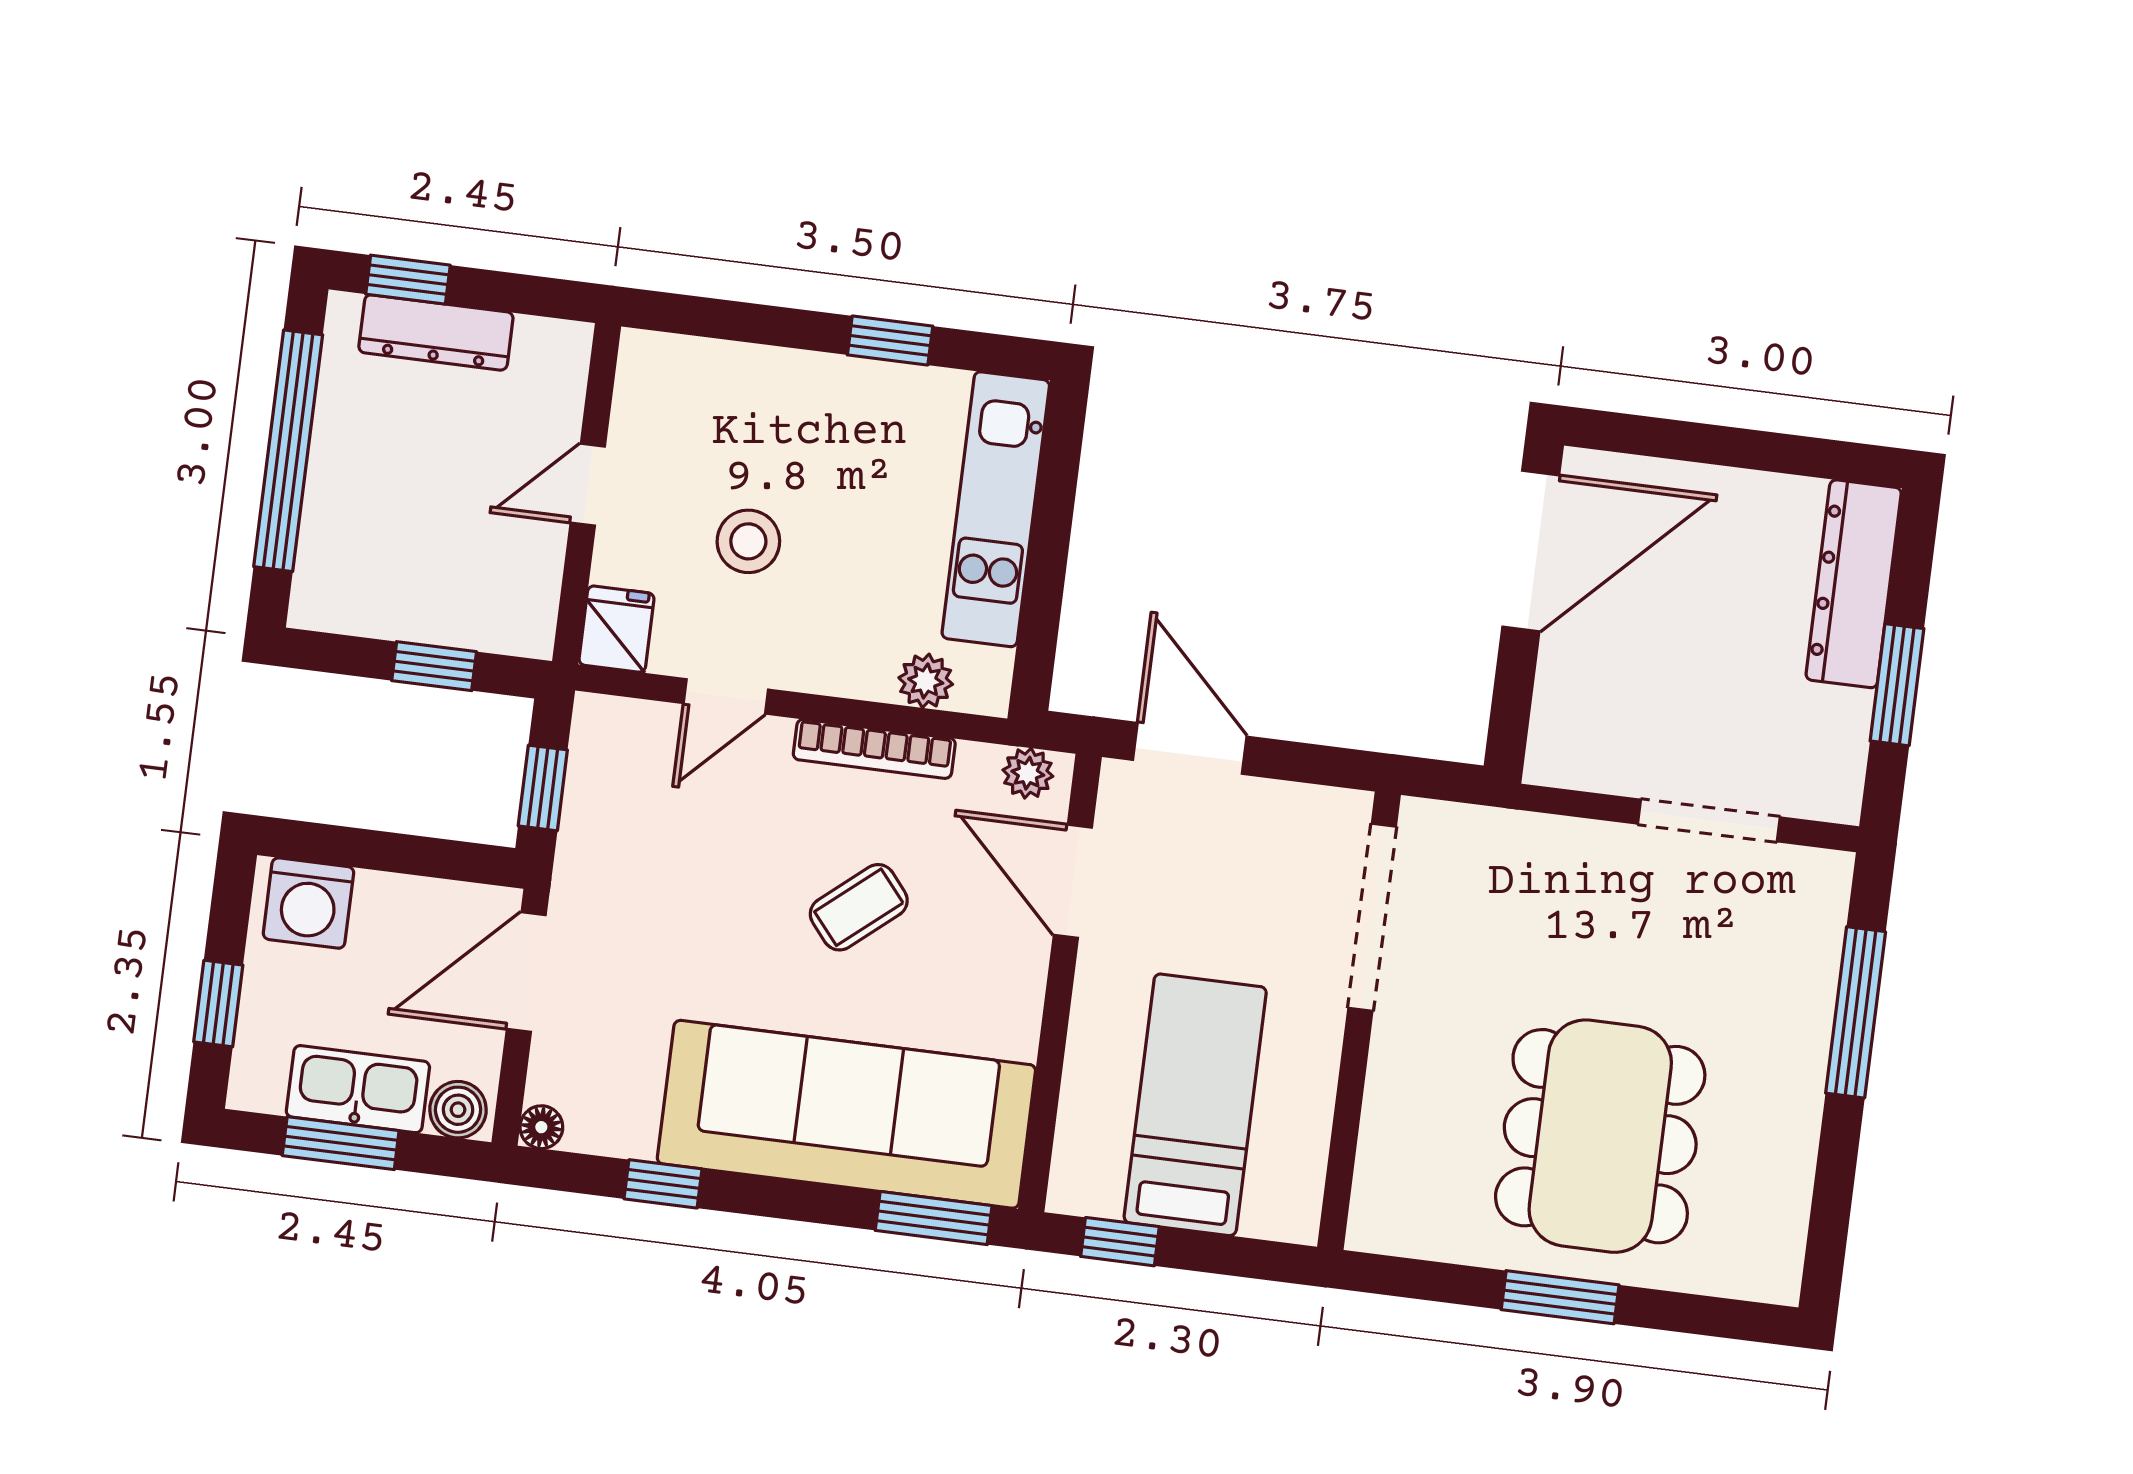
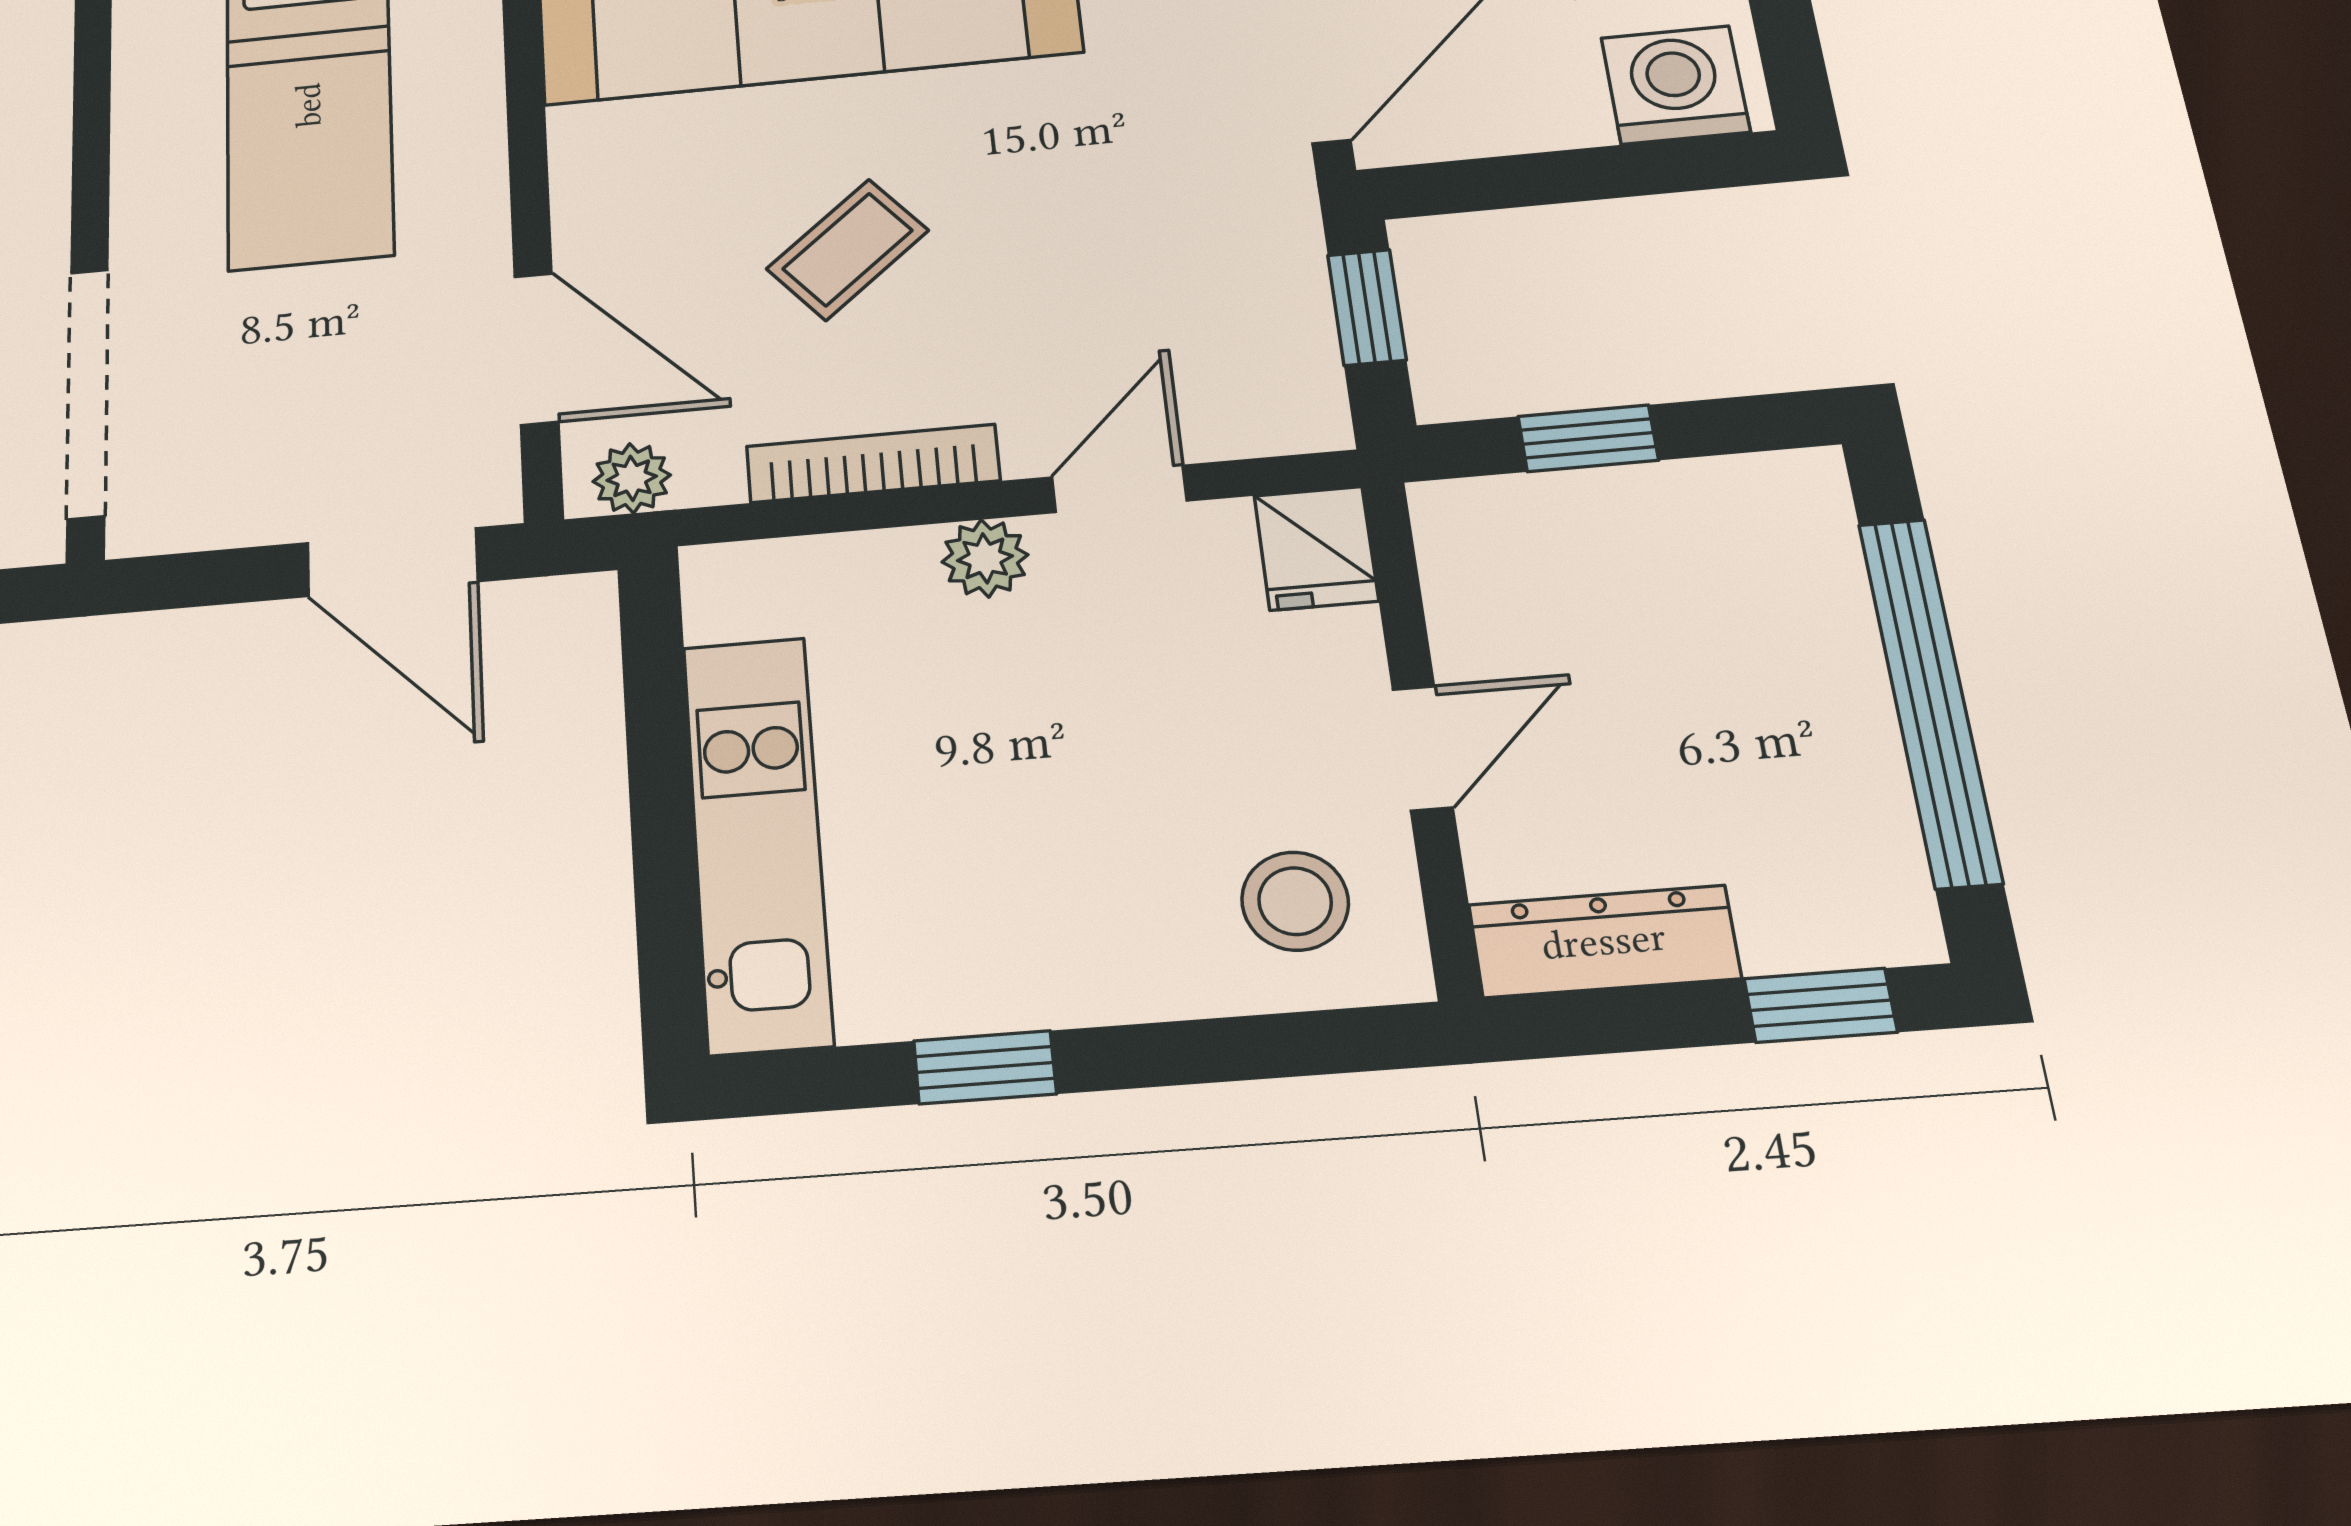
dresser: (436, 332) -> (1604, 942), moved
stool: (748, 541) -> (1295, 901), moved
plant: (926, 681) -> (985, 558), moved

